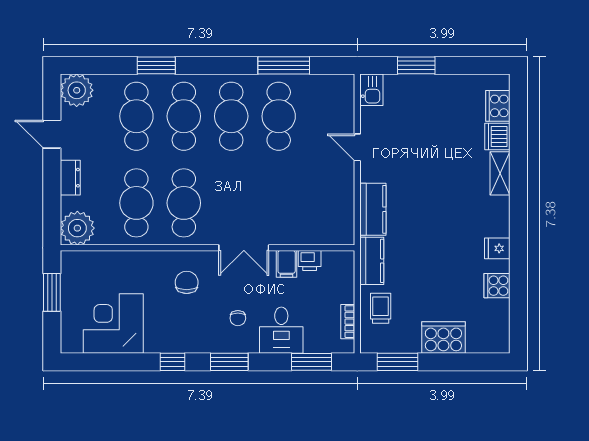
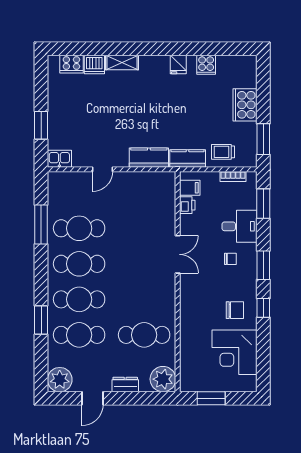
cafe table: (184, 203) -> (144, 299), removed
filing cabinet: (287, 264) -> (190, 188), moved
chair: (187, 282) -> (235, 310), moved, turned 180

